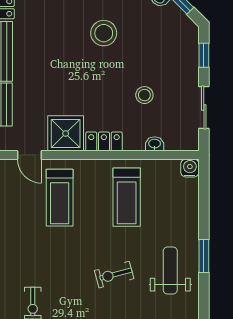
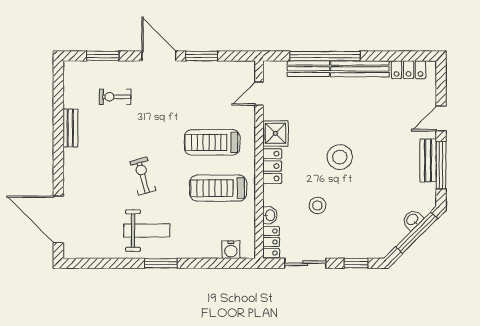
stool: (104, 33) -> (340, 157), moved
shower: (66, 133) -> (275, 133), width x0.73, depth x0.73
locker: (182, 143) -> (271, 242), added
water cooler: (190, 168) -> (231, 250), moved, turned 90
treadmill: (60, 198) -> (212, 142), moved

